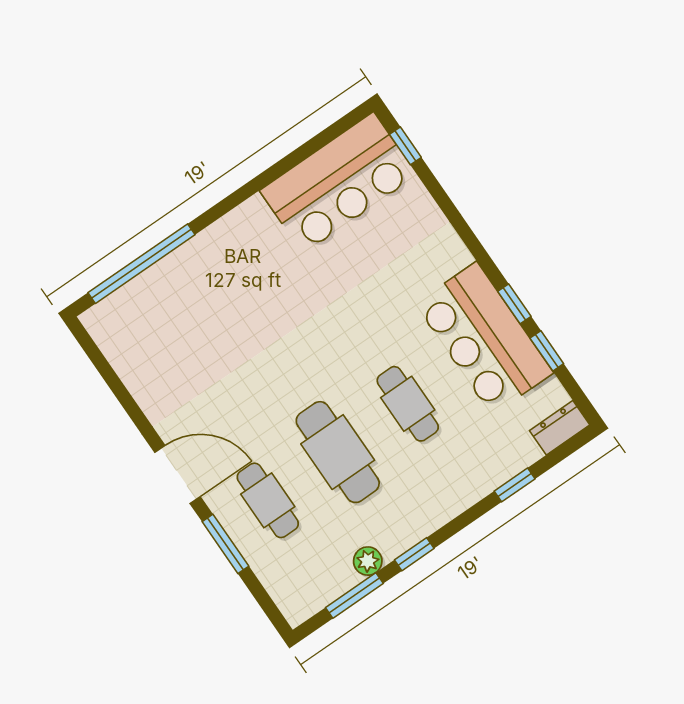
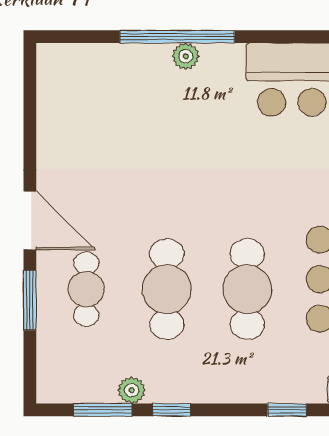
plant: (215, 238) -> (186, 56), added
window: (141, 264) -> (177, 37), moved
cafe table: (408, 404) -> (247, 289), width x1.37, depth x1.35

